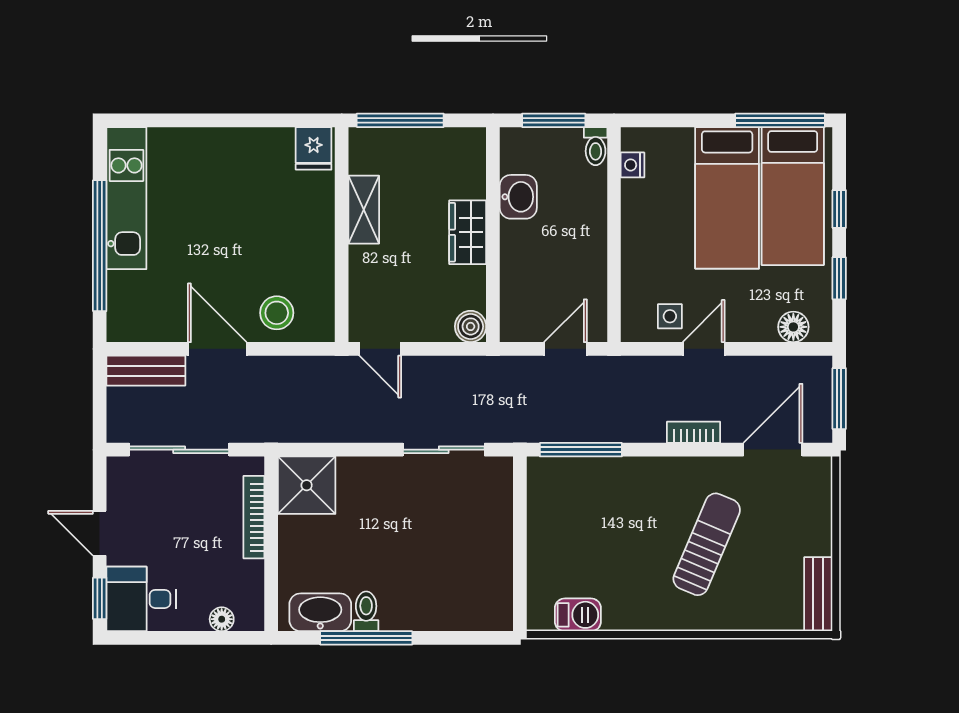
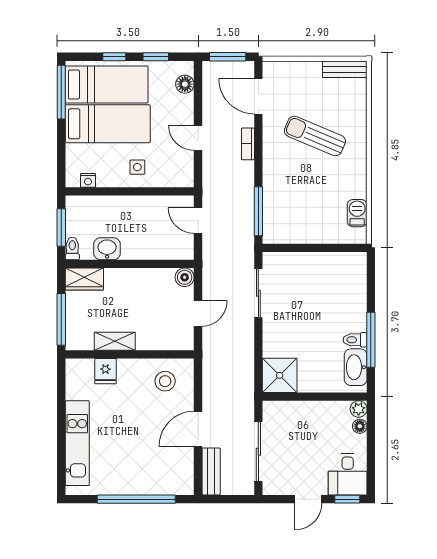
toilet: (596, 146) -> (72, 248), moved, turned -90
fridge: (314, 148) -> (105, 371), moved, turned 90
kitchen unit: (126, 198) -> (77, 443), moved, turned 90
wardrobe: (468, 232) -> (84, 279), moved
stool: (277, 313) -> (165, 381), moved
side table: (670, 316) -> (137, 167), moved
door: (380, 349) -> (198, 314), moved
bookcase: (254, 517) -> (299, 407), removed
plant: (250, 617) -> (359, 409), added

